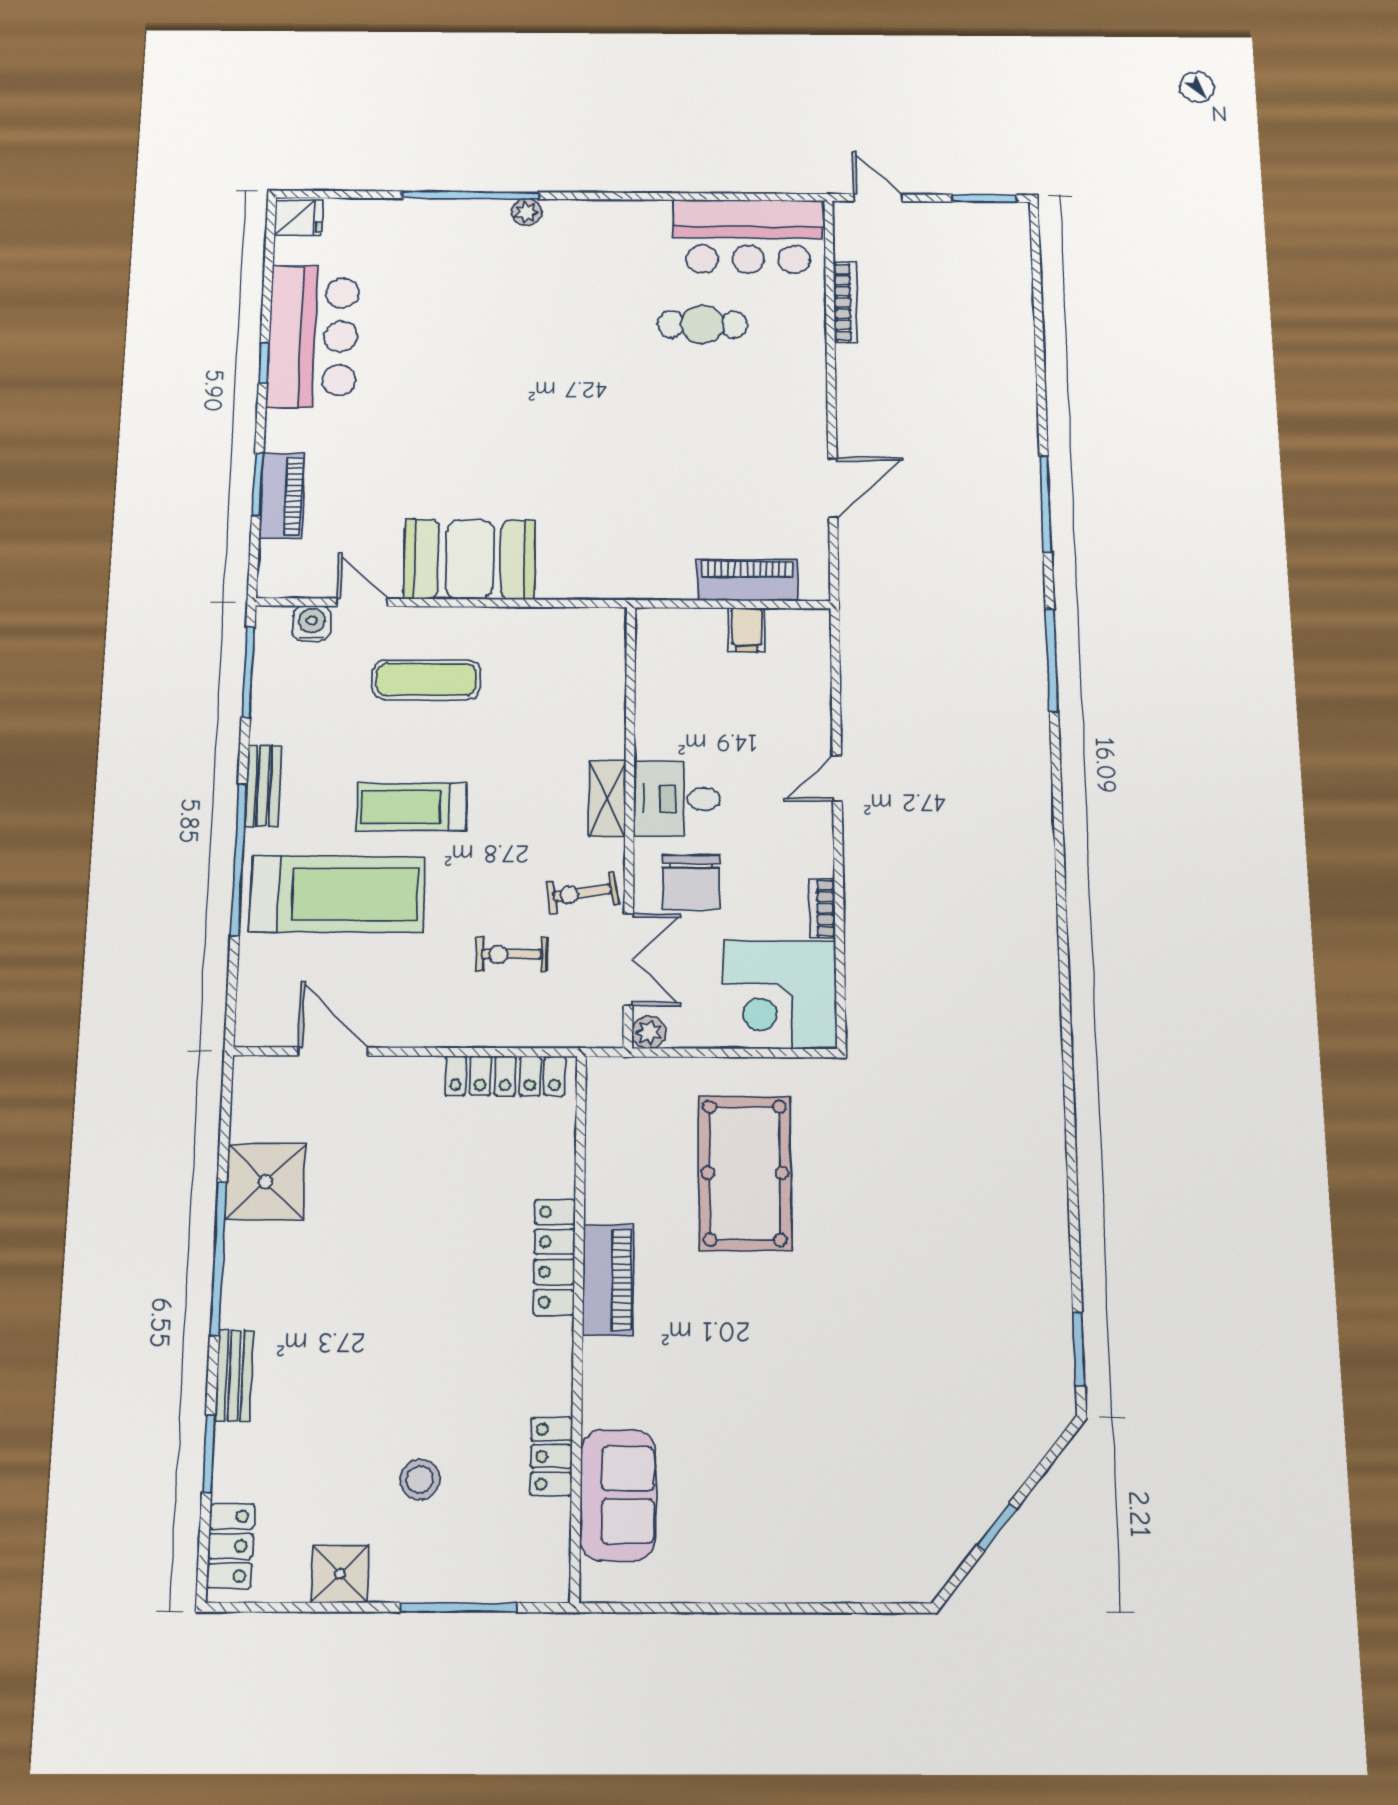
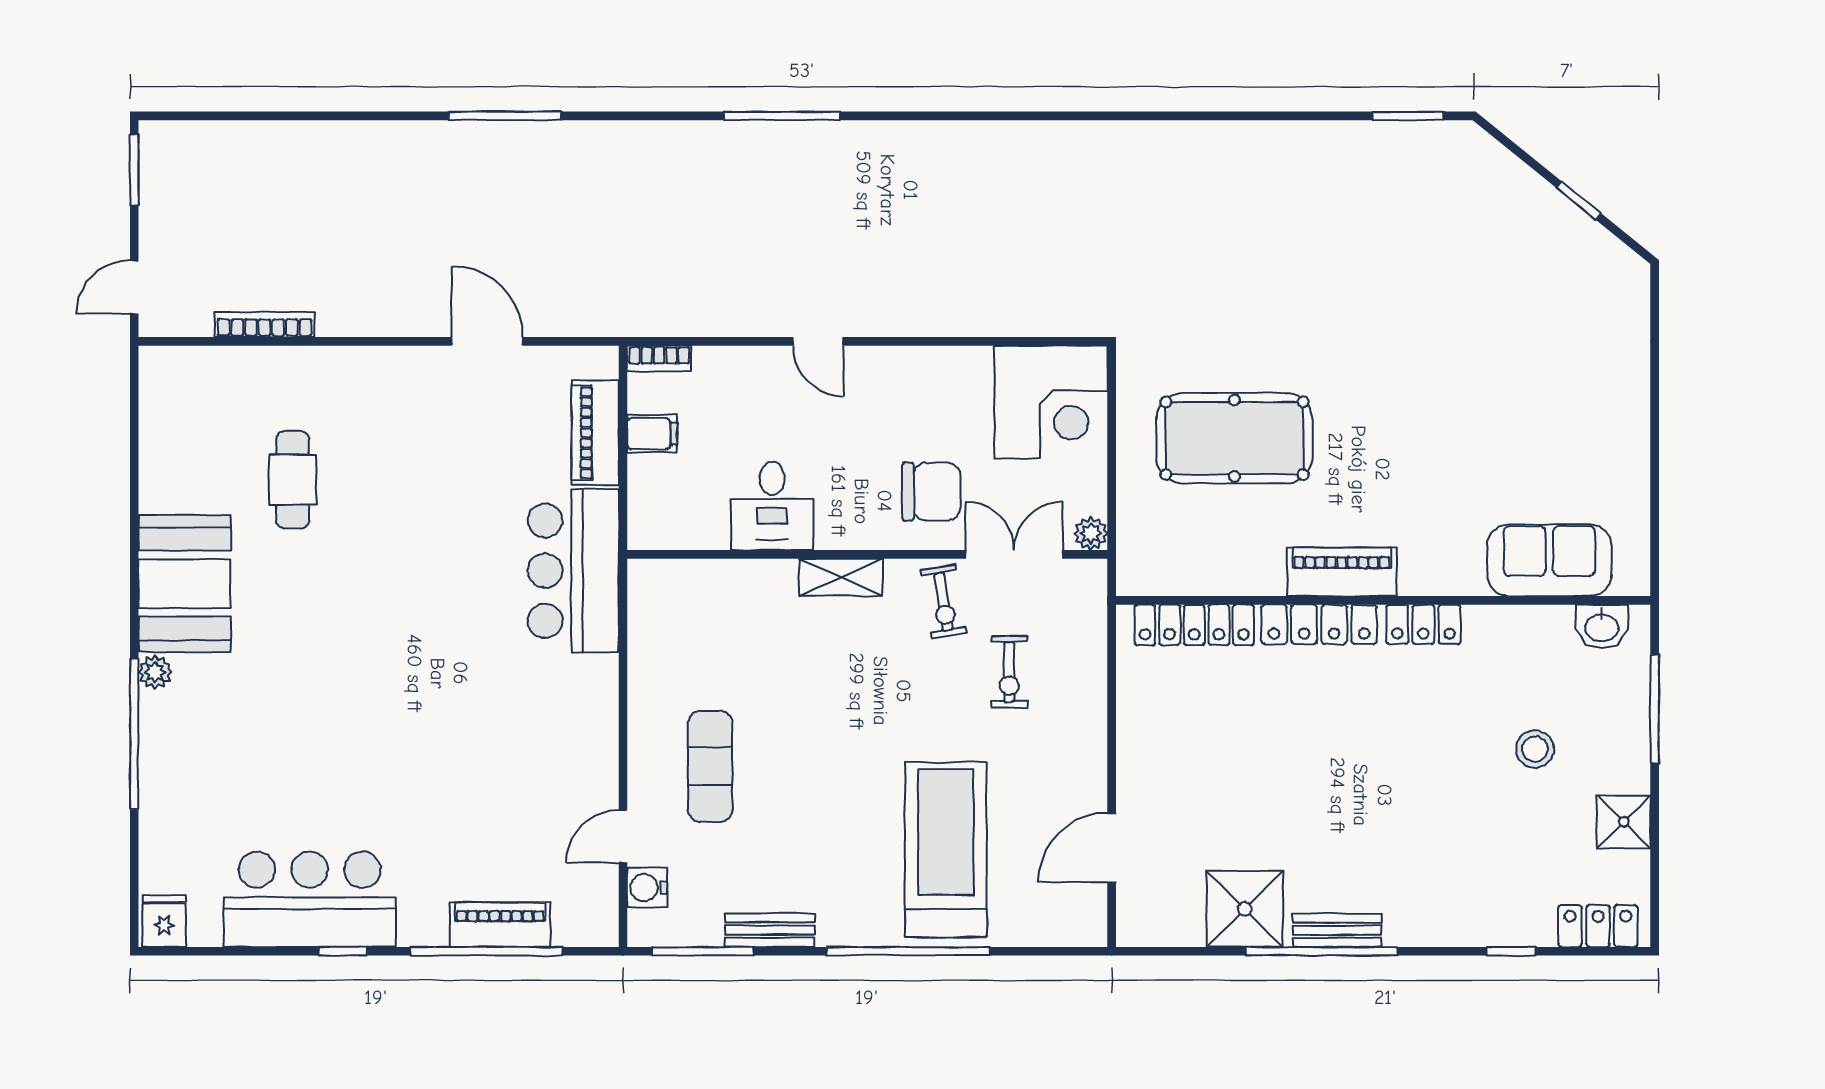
bar counter: (748, 237) -> (573, 571), moved, turned 180
window: (258, 484) -> (487, 951), width x2.11
booth: (470, 559) -> (184, 584), moved
window: (1052, 660) -> (782, 116), moved
bench: (263, 786) -> (770, 930), moved
desk: (677, 799) -> (772, 506), moved
treadmill: (412, 807) -> (851, 777), removed
bookcase: (822, 908) -> (659, 358), moved
locker: (505, 1076) -> (1194, 625), moved, turned 90
bench: (234, 1375) -> (1337, 930), moved
window: (208, 1454) -> (1511, 951), width x0.67
locker: (551, 1456) -> (1423, 624), moved
washbasin: (548, 1550) -> (1602, 627), added

